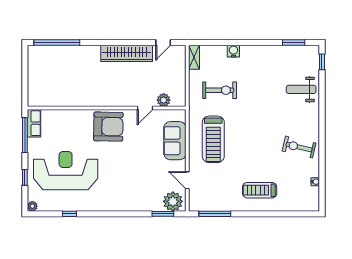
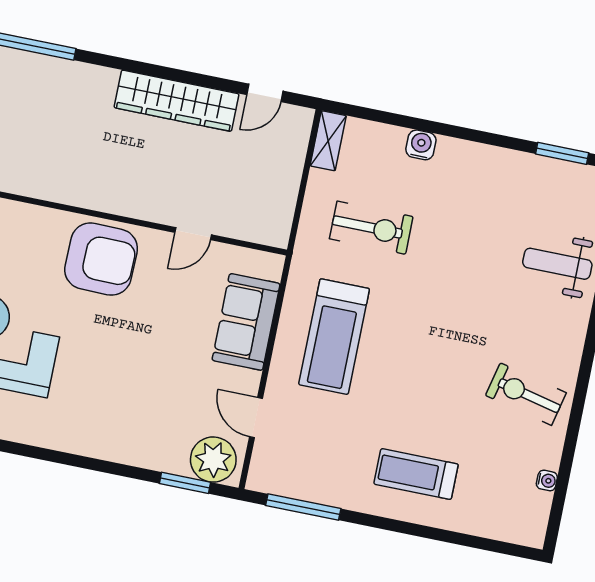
plant: (164, 100) -> (239, 224), removed

